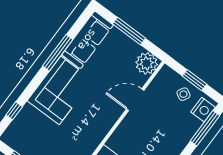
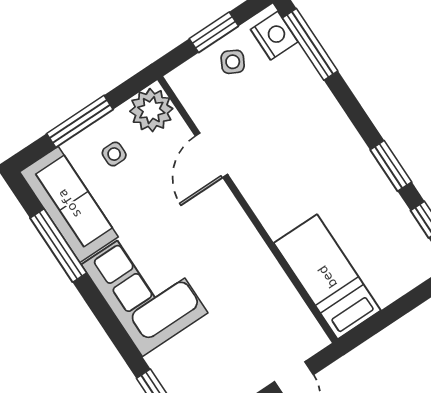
window: (58, 53) -> (58, 245), moved
side table: (119, 53) -> (114, 154), added

